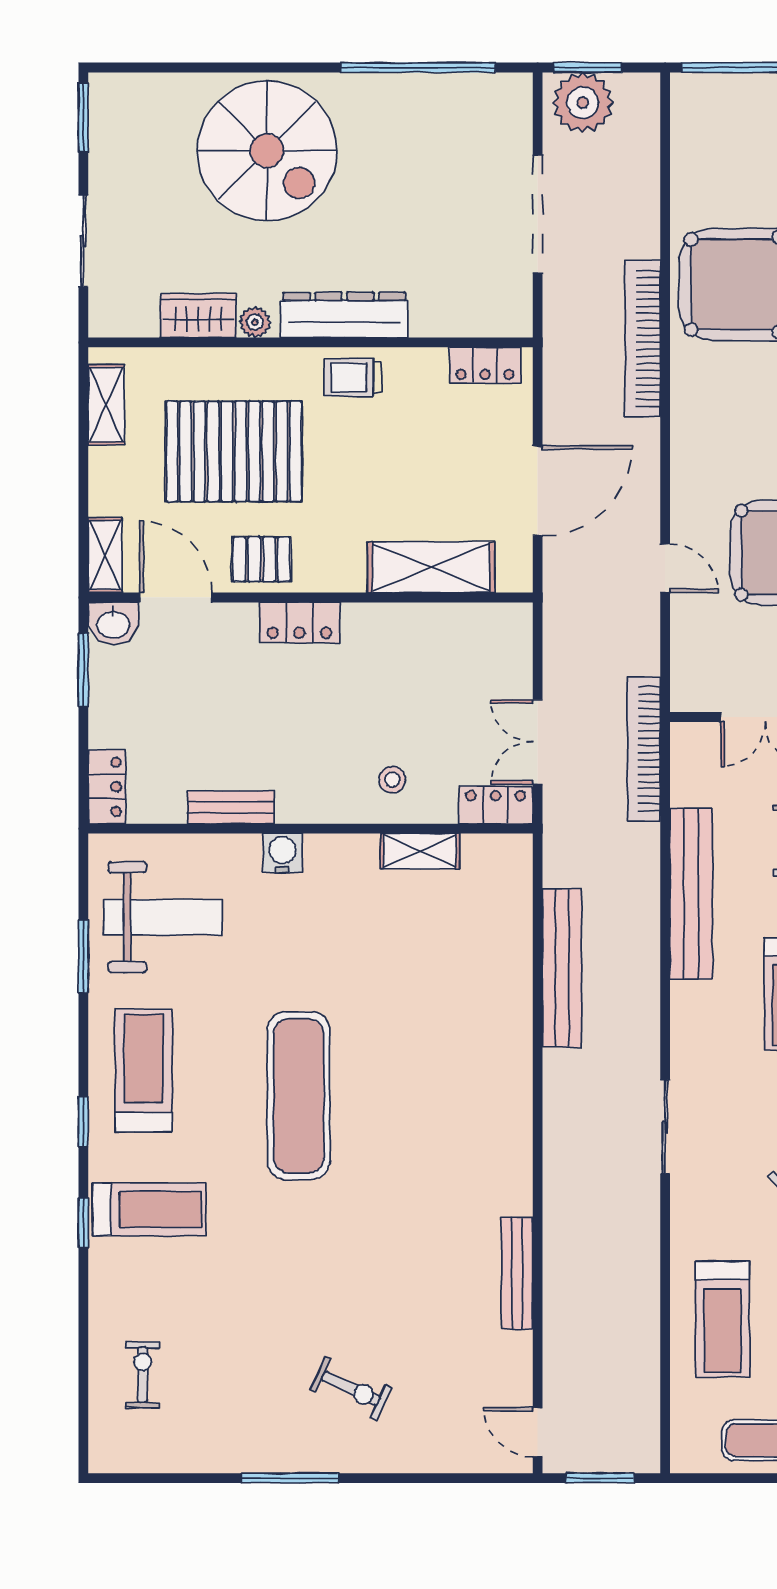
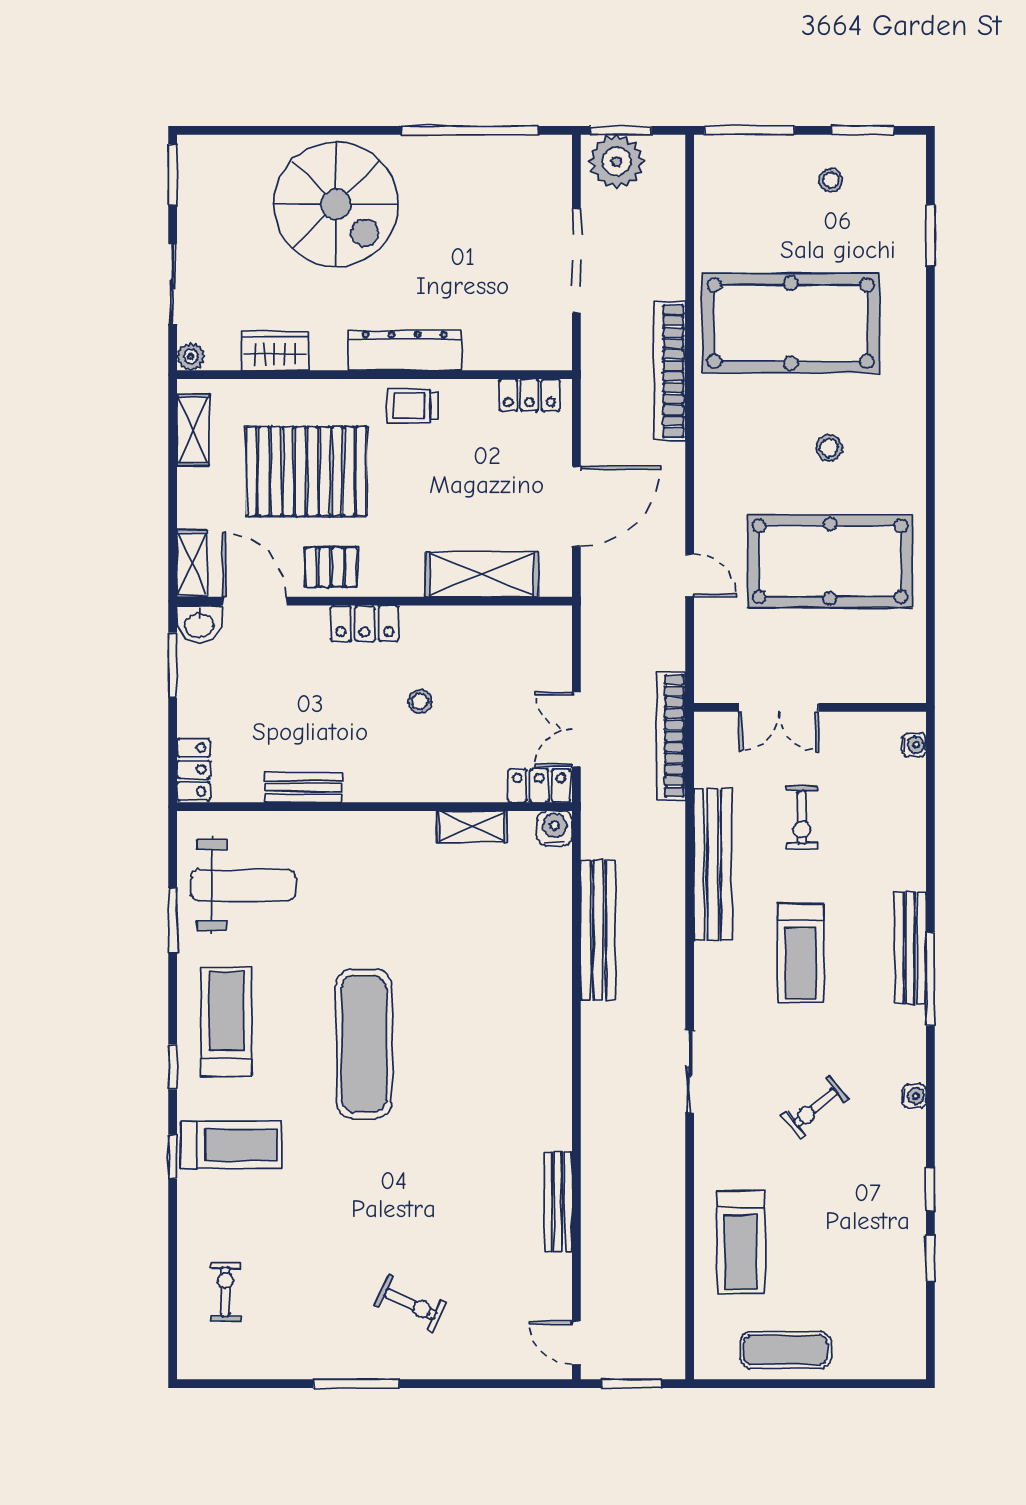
plant: (255, 322) -> (191, 357), moved
stool: (392, 780) -> (420, 701), moved
water cooler: (282, 853) -> (555, 828), moved

